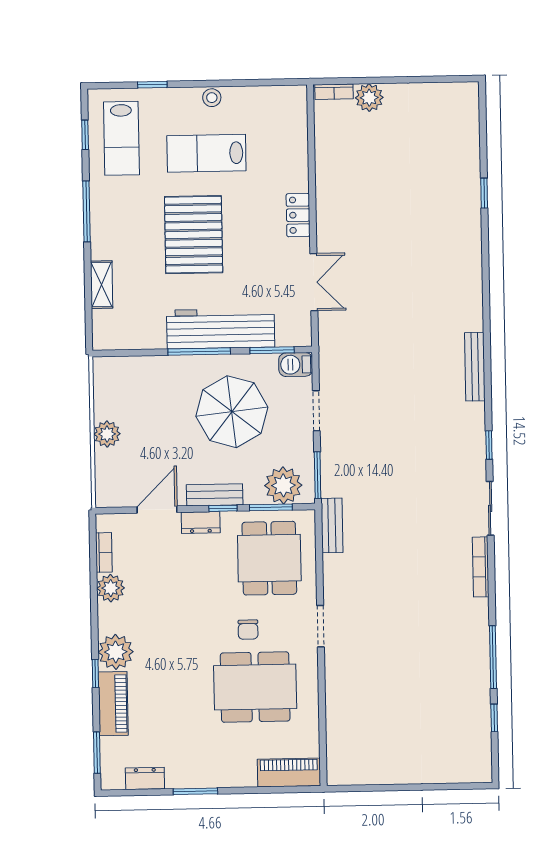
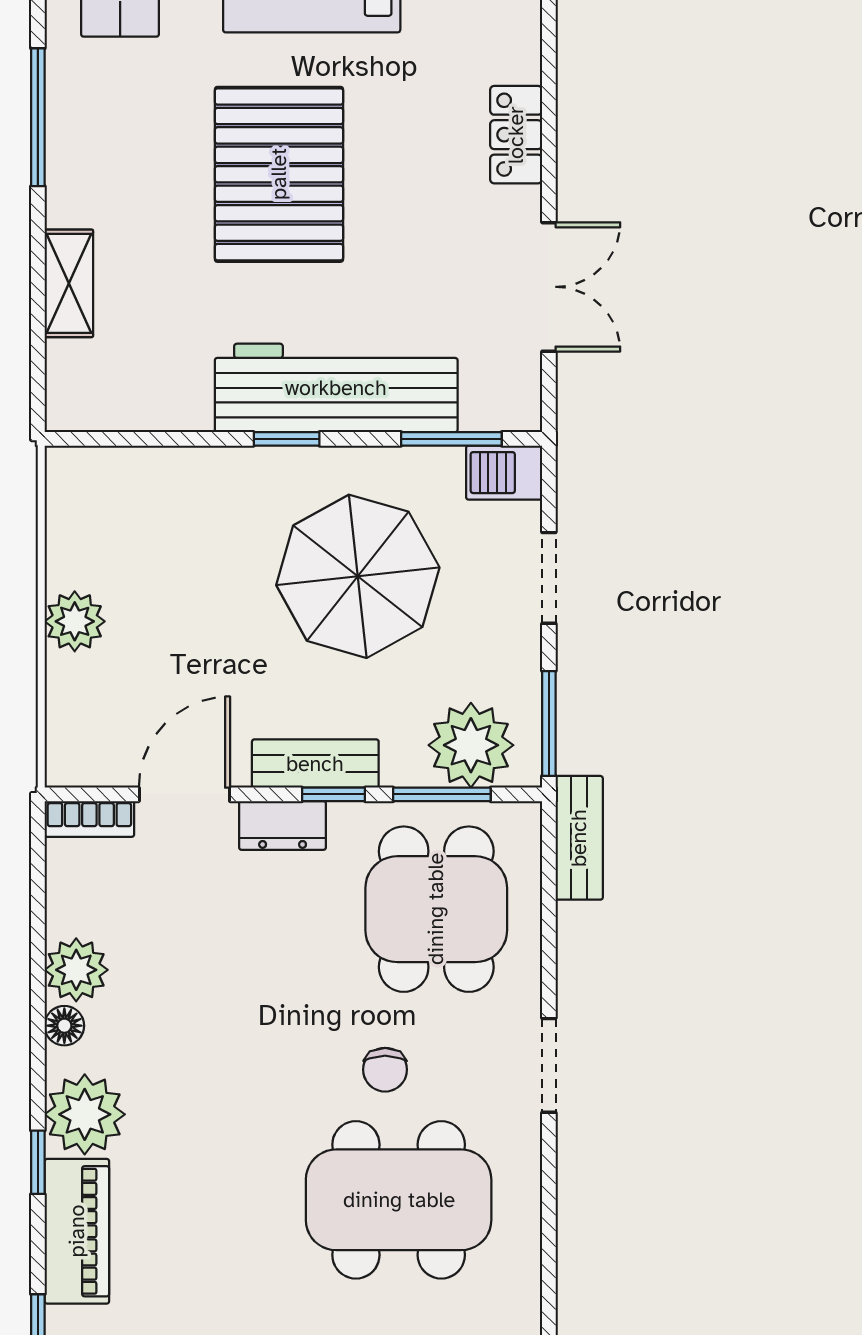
window: (199, 352) -> (287, 439), width x0.46
bookcase: (104, 552) -> (89, 819), moved, turned 90
floor lamp: (106, 613) -> (64, 1026), added

